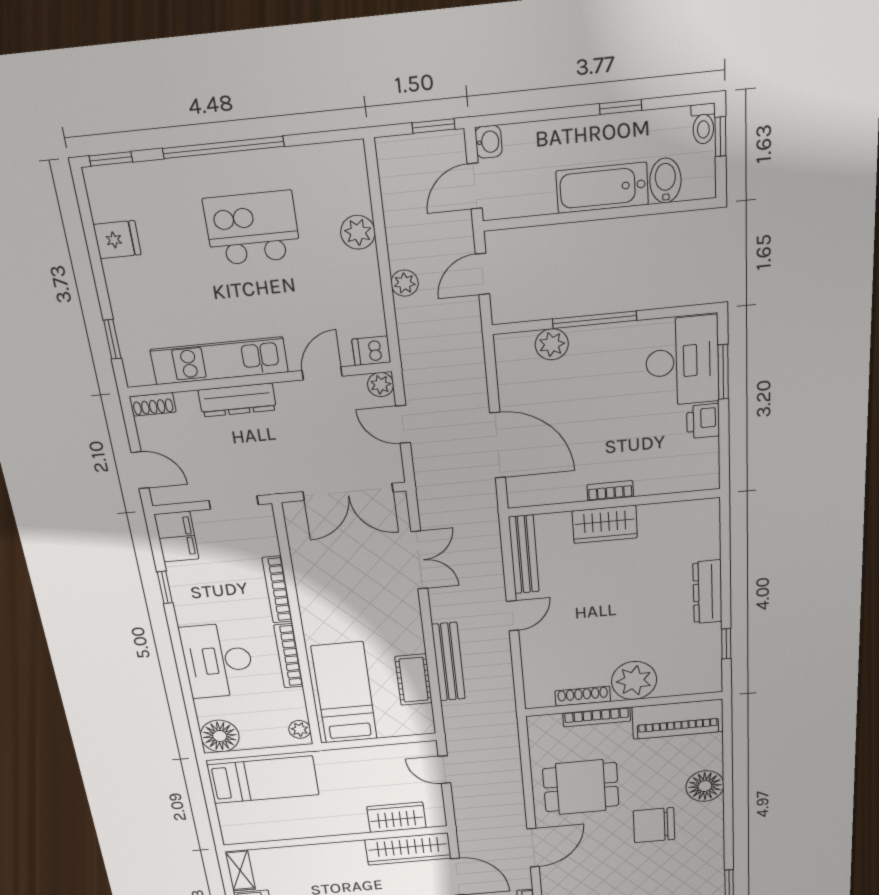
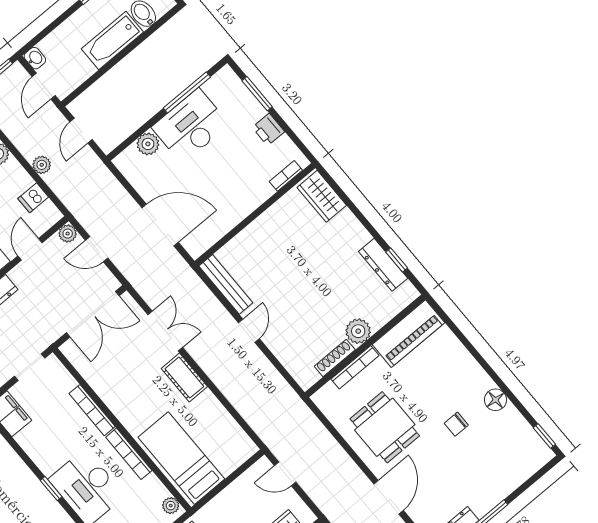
window: (595, 320) -> (187, 93), moved
dishwasher: (371, 351) -> (33, 198), moved
desk: (682, 361) -> (190, 126), moved, turned -90
bookcase: (610, 491) -> (286, 176), moved
wardrobe: (605, 524) -> (322, 196), moved, turned 90
window: (165, 587) -> (51, 489), moved
dresser: (707, 592) -> (383, 265), moved
bench: (448, 662) -> (232, 391), removed
cot: (414, 680) -> (184, 378), moved
plant: (634, 681) -> (358, 331), width x0.73, depth x0.73
floor lamp: (705, 786) -> (496, 400), moved, width x0.73, depth x0.73
dining table: (581, 787) -> (385, 427), turned 90
chair: (654, 825) -> (456, 424), width x0.54, depth x0.54

